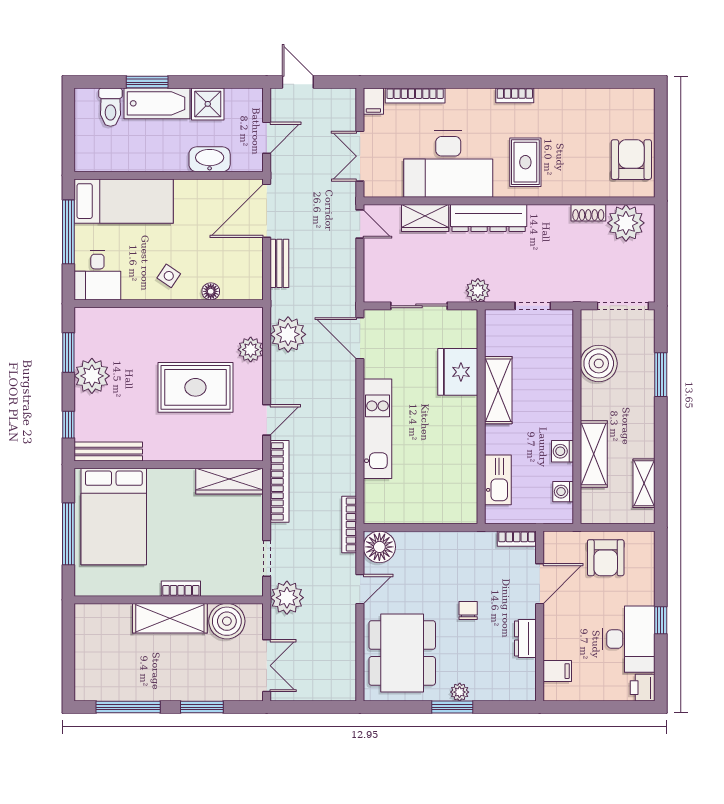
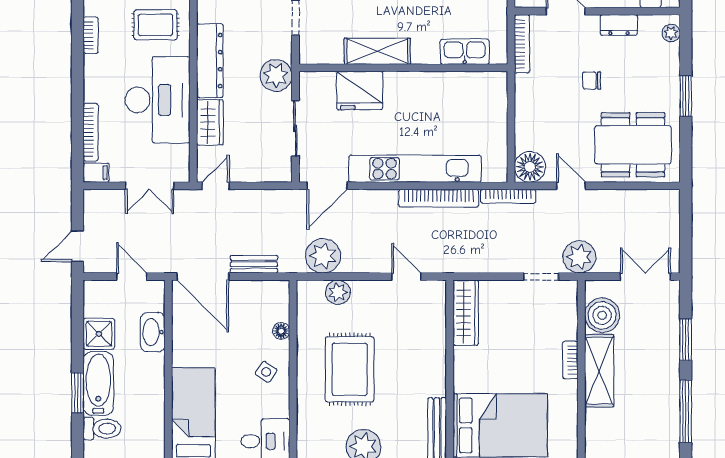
plant: (478, 290) -> (276, 75), width x1.36, depth x1.36
rug: (195, 387) -> (350, 369), moved
kitchen unit: (377, 429) -> (415, 169), width x1.36
bookcase: (279, 481) -> (439, 198), moved, turned 180
bookcase: (517, 539) -> (522, 44), width x1.56
plant: (460, 692) -> (671, 33), moved

